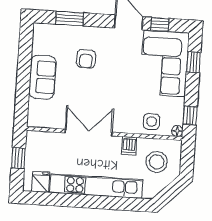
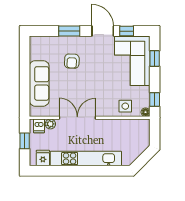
window: (70, 19) -> (69, 31), moved
sofa: (42, 77) -> (39, 83), width x1.36
plant: (53, 138) -> (50, 124), added
dishwasher: (129, 146) -> (39, 126), moved
stool: (157, 162) -> (131, 137), removed

